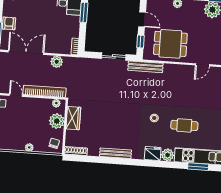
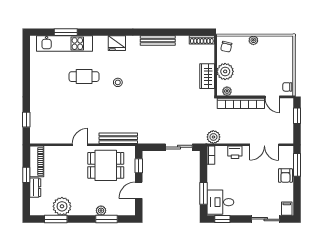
door: (142, 19) -> (139, 190), hinge flipped
printer: (53, 48) -> (235, 152), added
double door: (26, 52) -> (264, 145), width x0.73
sliding door: (114, 56) -> (179, 147), moved
plant: (57, 62) -> (213, 137), moved
door: (202, 65) -> (80, 145), moved
bench: (145, 67) -> (118, 138), moved
plant: (168, 155) -> (100, 43), removed

